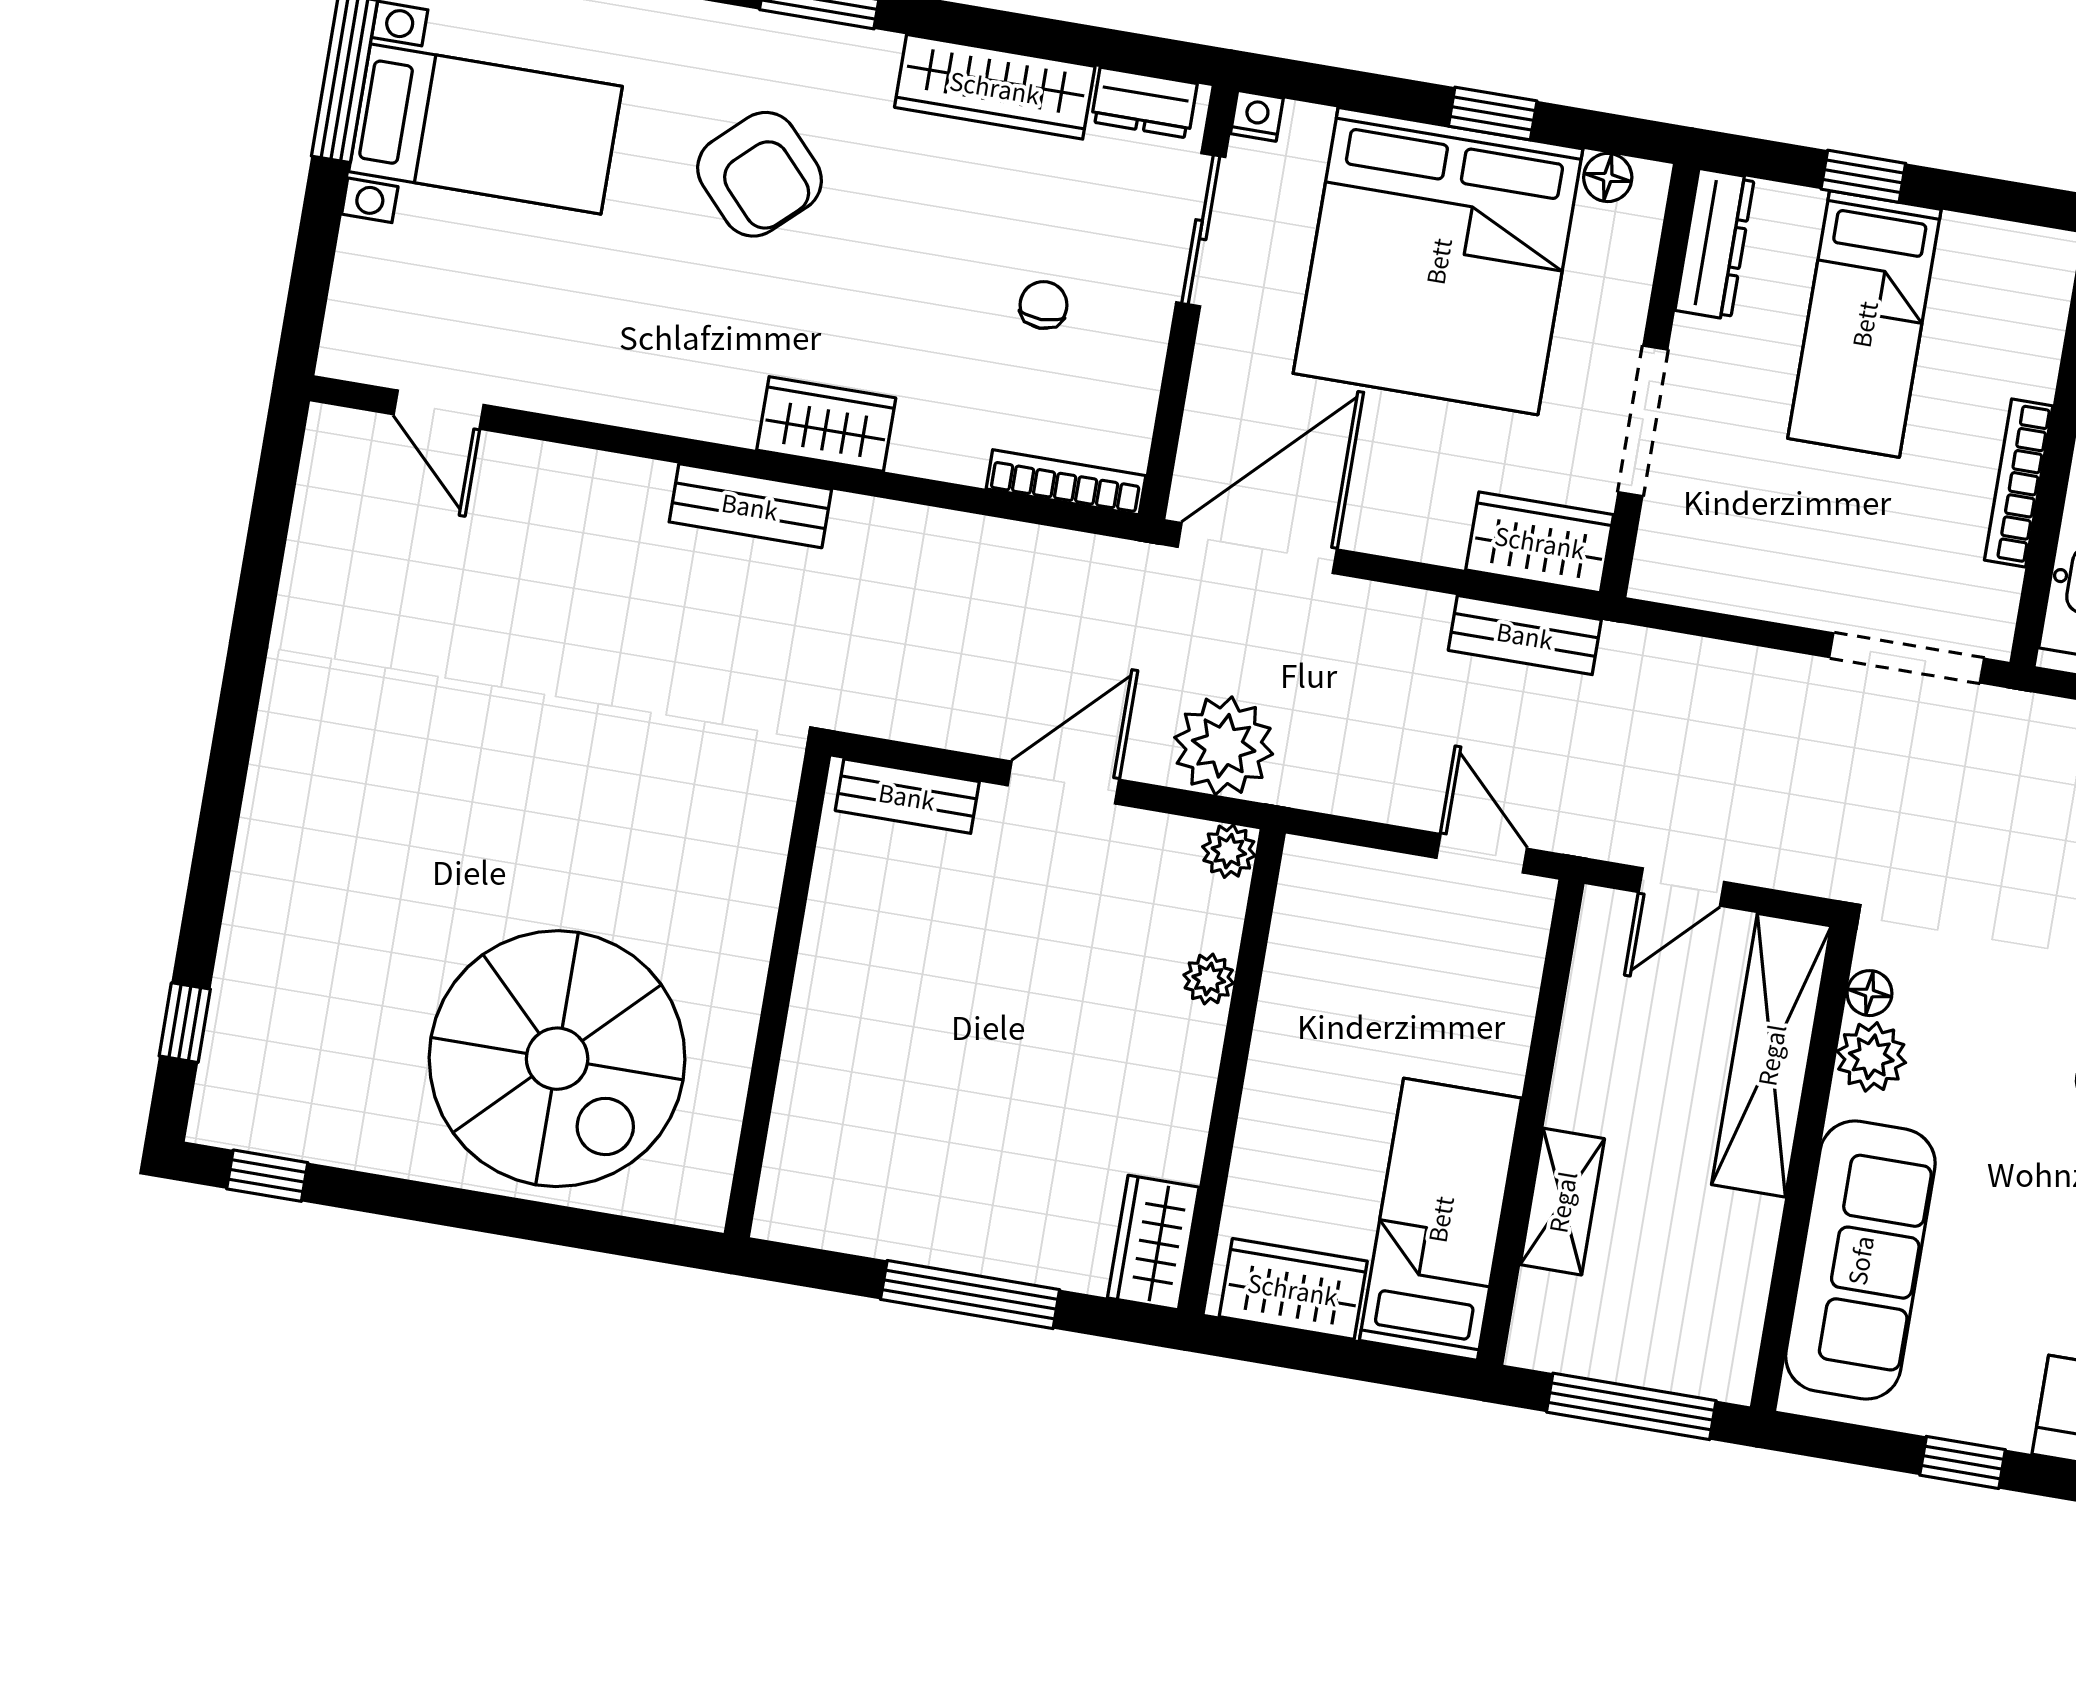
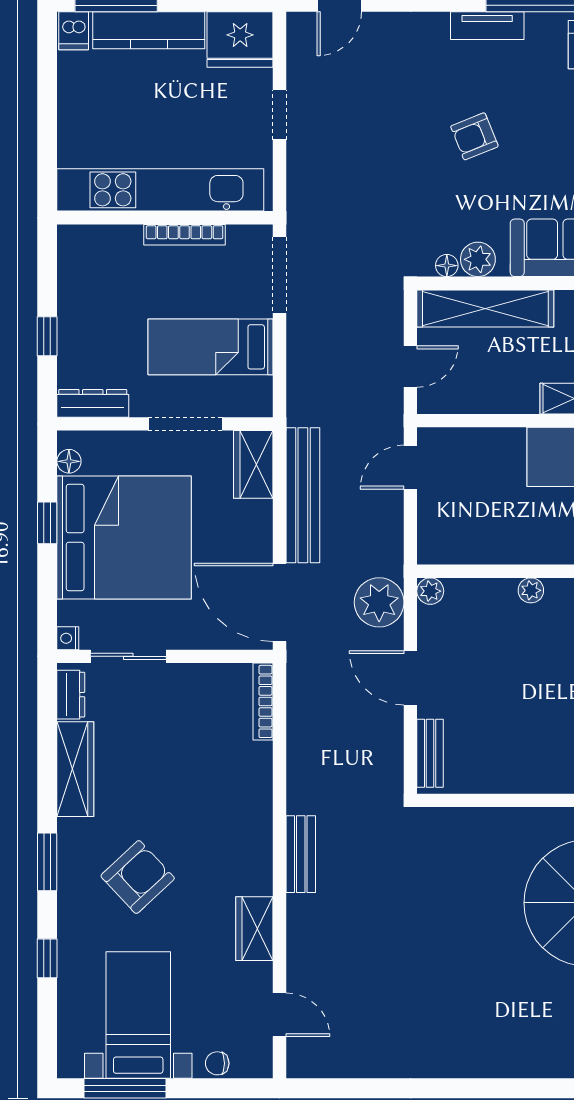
chair: (1044, 305) -> (217, 1063), moved
bed: (1864, 324) -> (211, 347), moved, turned 180
door: (439, 410) -> (280, 1015), hinge flipped
wardrobe: (826, 424) -> (254, 929), moved
bench: (1525, 635) -> (303, 495), width x1.86, depth x1.21
door: (1681, 887) -> (410, 366), hinge flipped
plant: (1209, 979) -> (531, 590), moved

